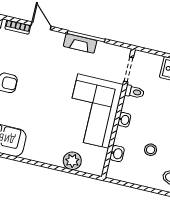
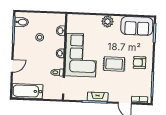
rug: (46, 88) -> (114, 64), added
plant: (72, 161) -> (107, 21), moved

